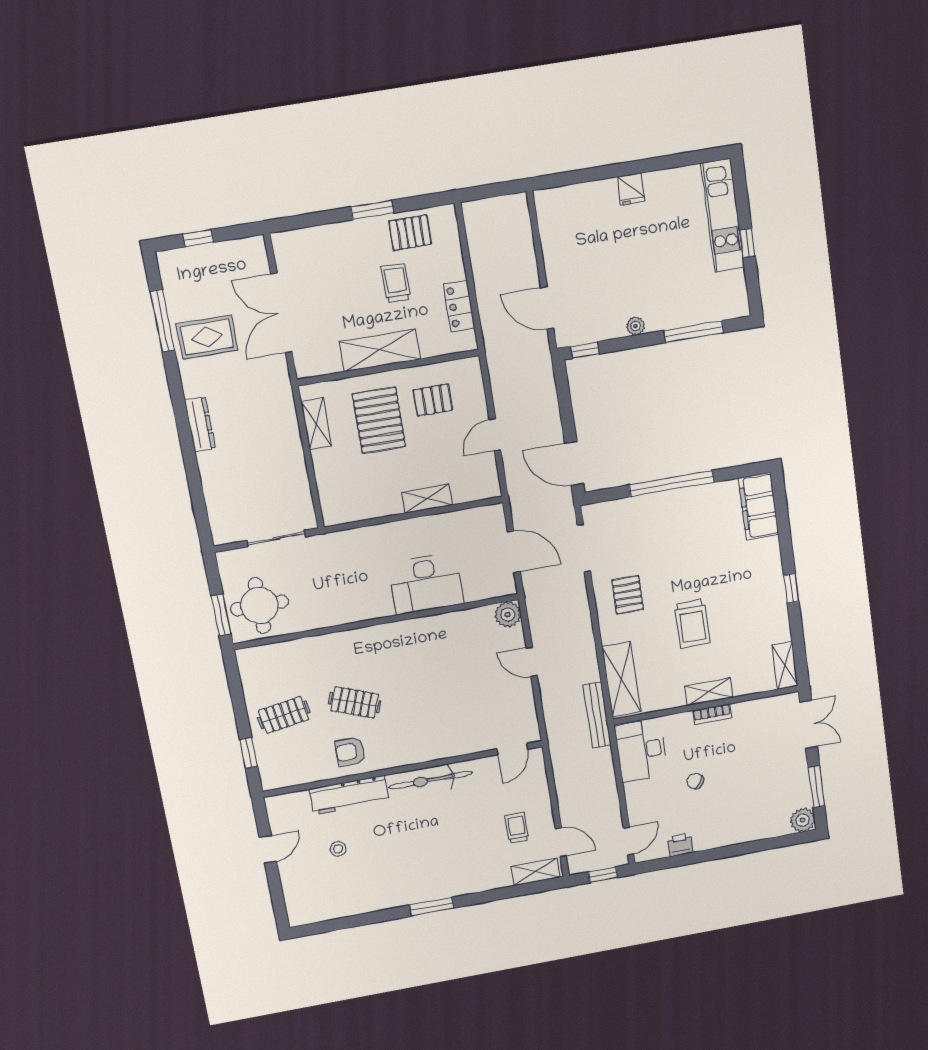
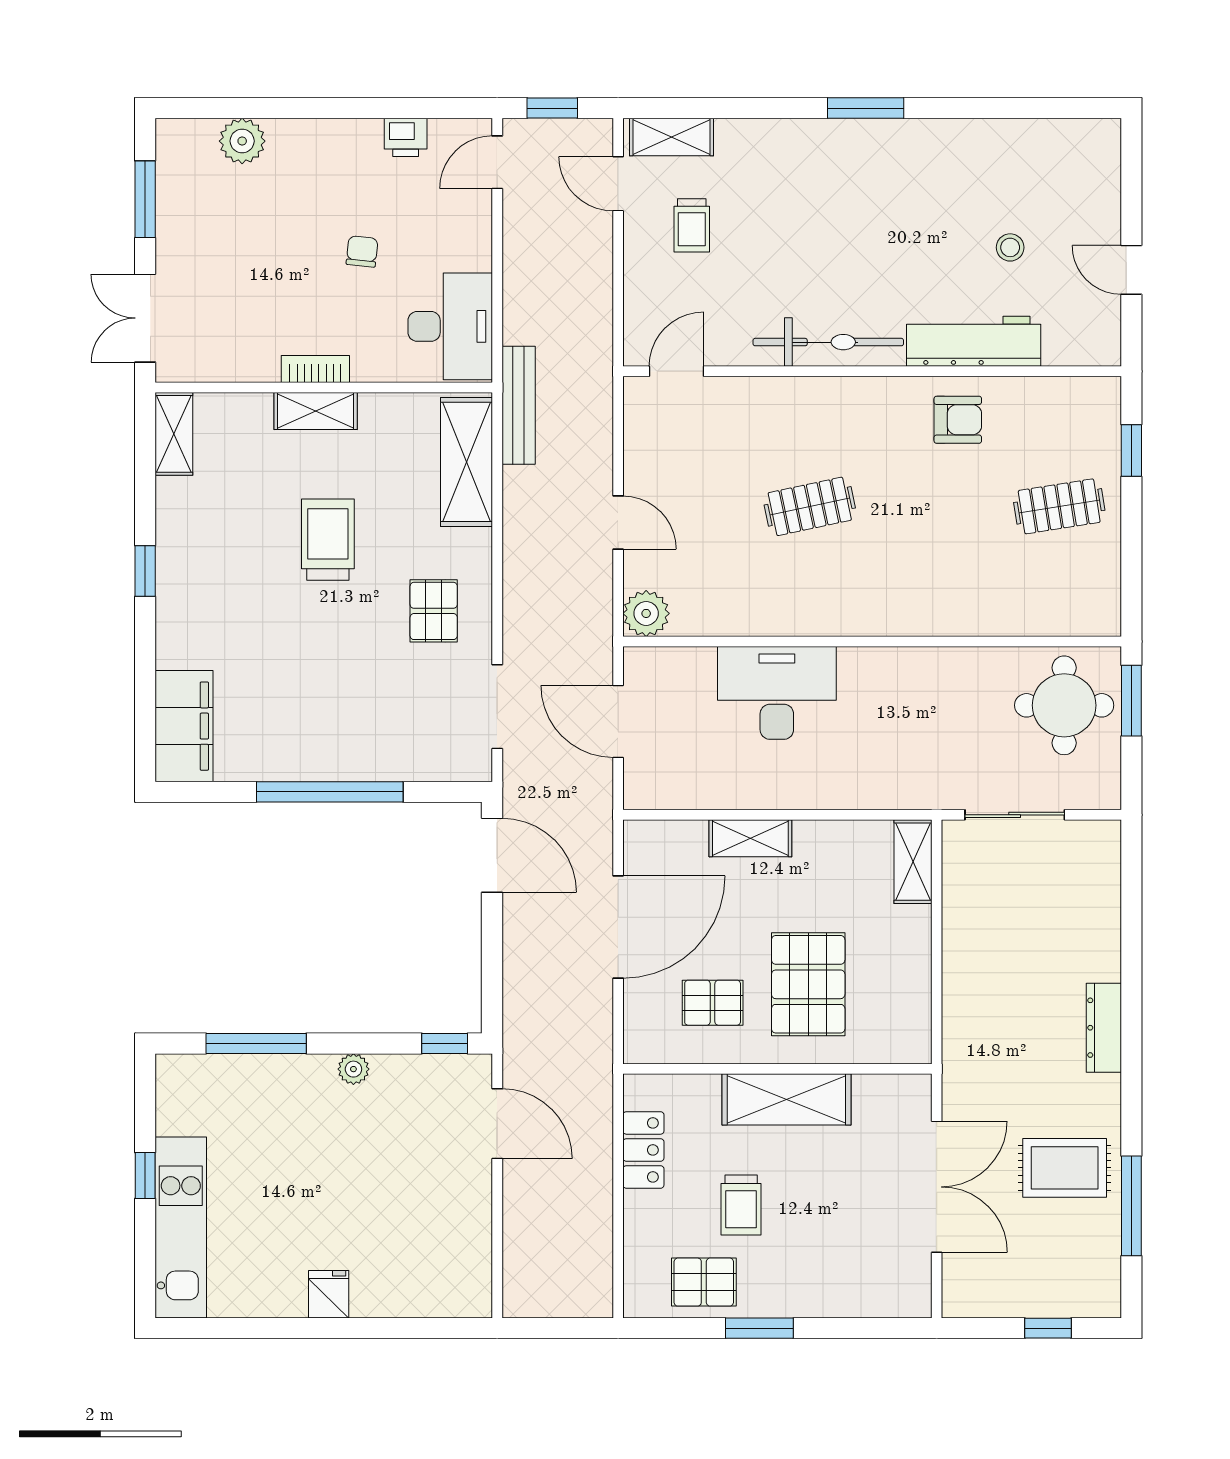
shelving: (316, 424) -> (913, 862), moved
door: (495, 435) -> (618, 927), width x1.87
clothes rail: (355, 702) -> (810, 506), moved, turned -33
chair: (695, 781) -> (362, 251), turned -119
plant: (803, 820) -> (242, 141), moved
door: (268, 849) -> (1131, 270), hinge flipped

